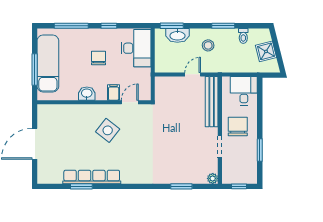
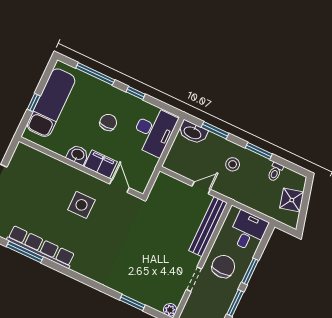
window: (172, 26) -> (215, 130), moved
washbasin: (177, 35) -> (193, 132), moved
window: (35, 70) -> (34, 102), width x0.46
filing cabinet: (114, 93) -> (101, 164), width x2.00
door: (130, 102) -> (119, 186), hinge flipped
window: (260, 121) -> (250, 271), added
side table: (108, 130) -> (81, 205), turned -38
window: (81, 186) -> (25, 252), width x1.44

